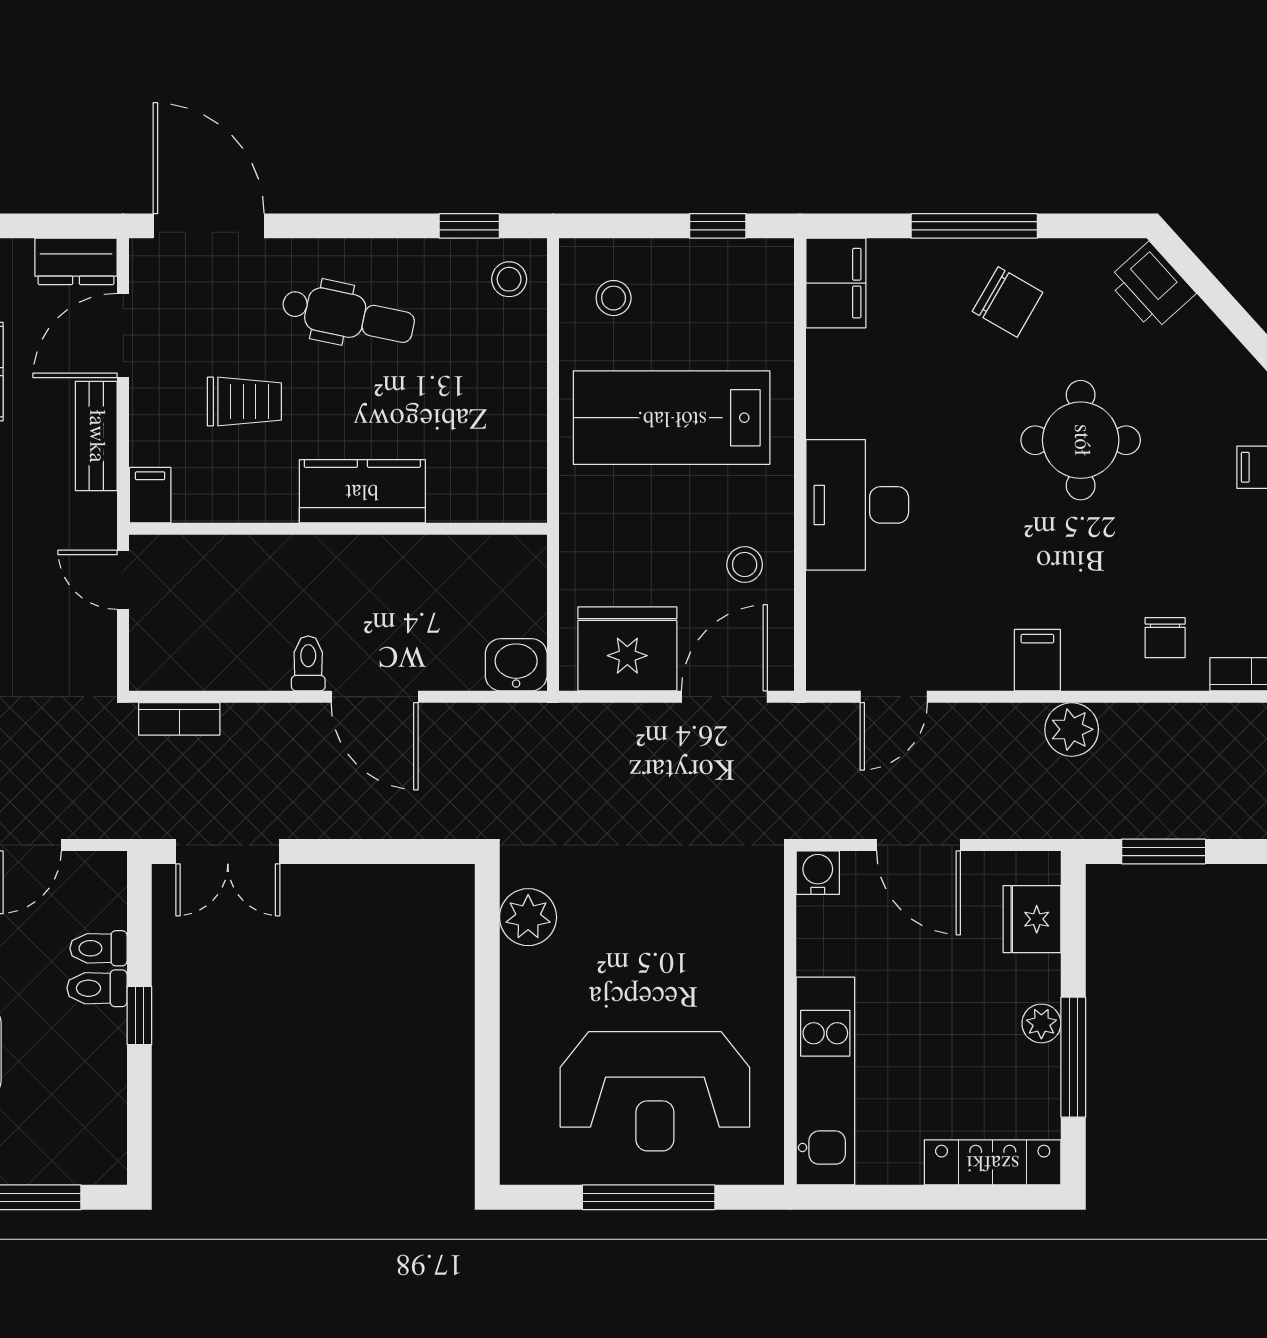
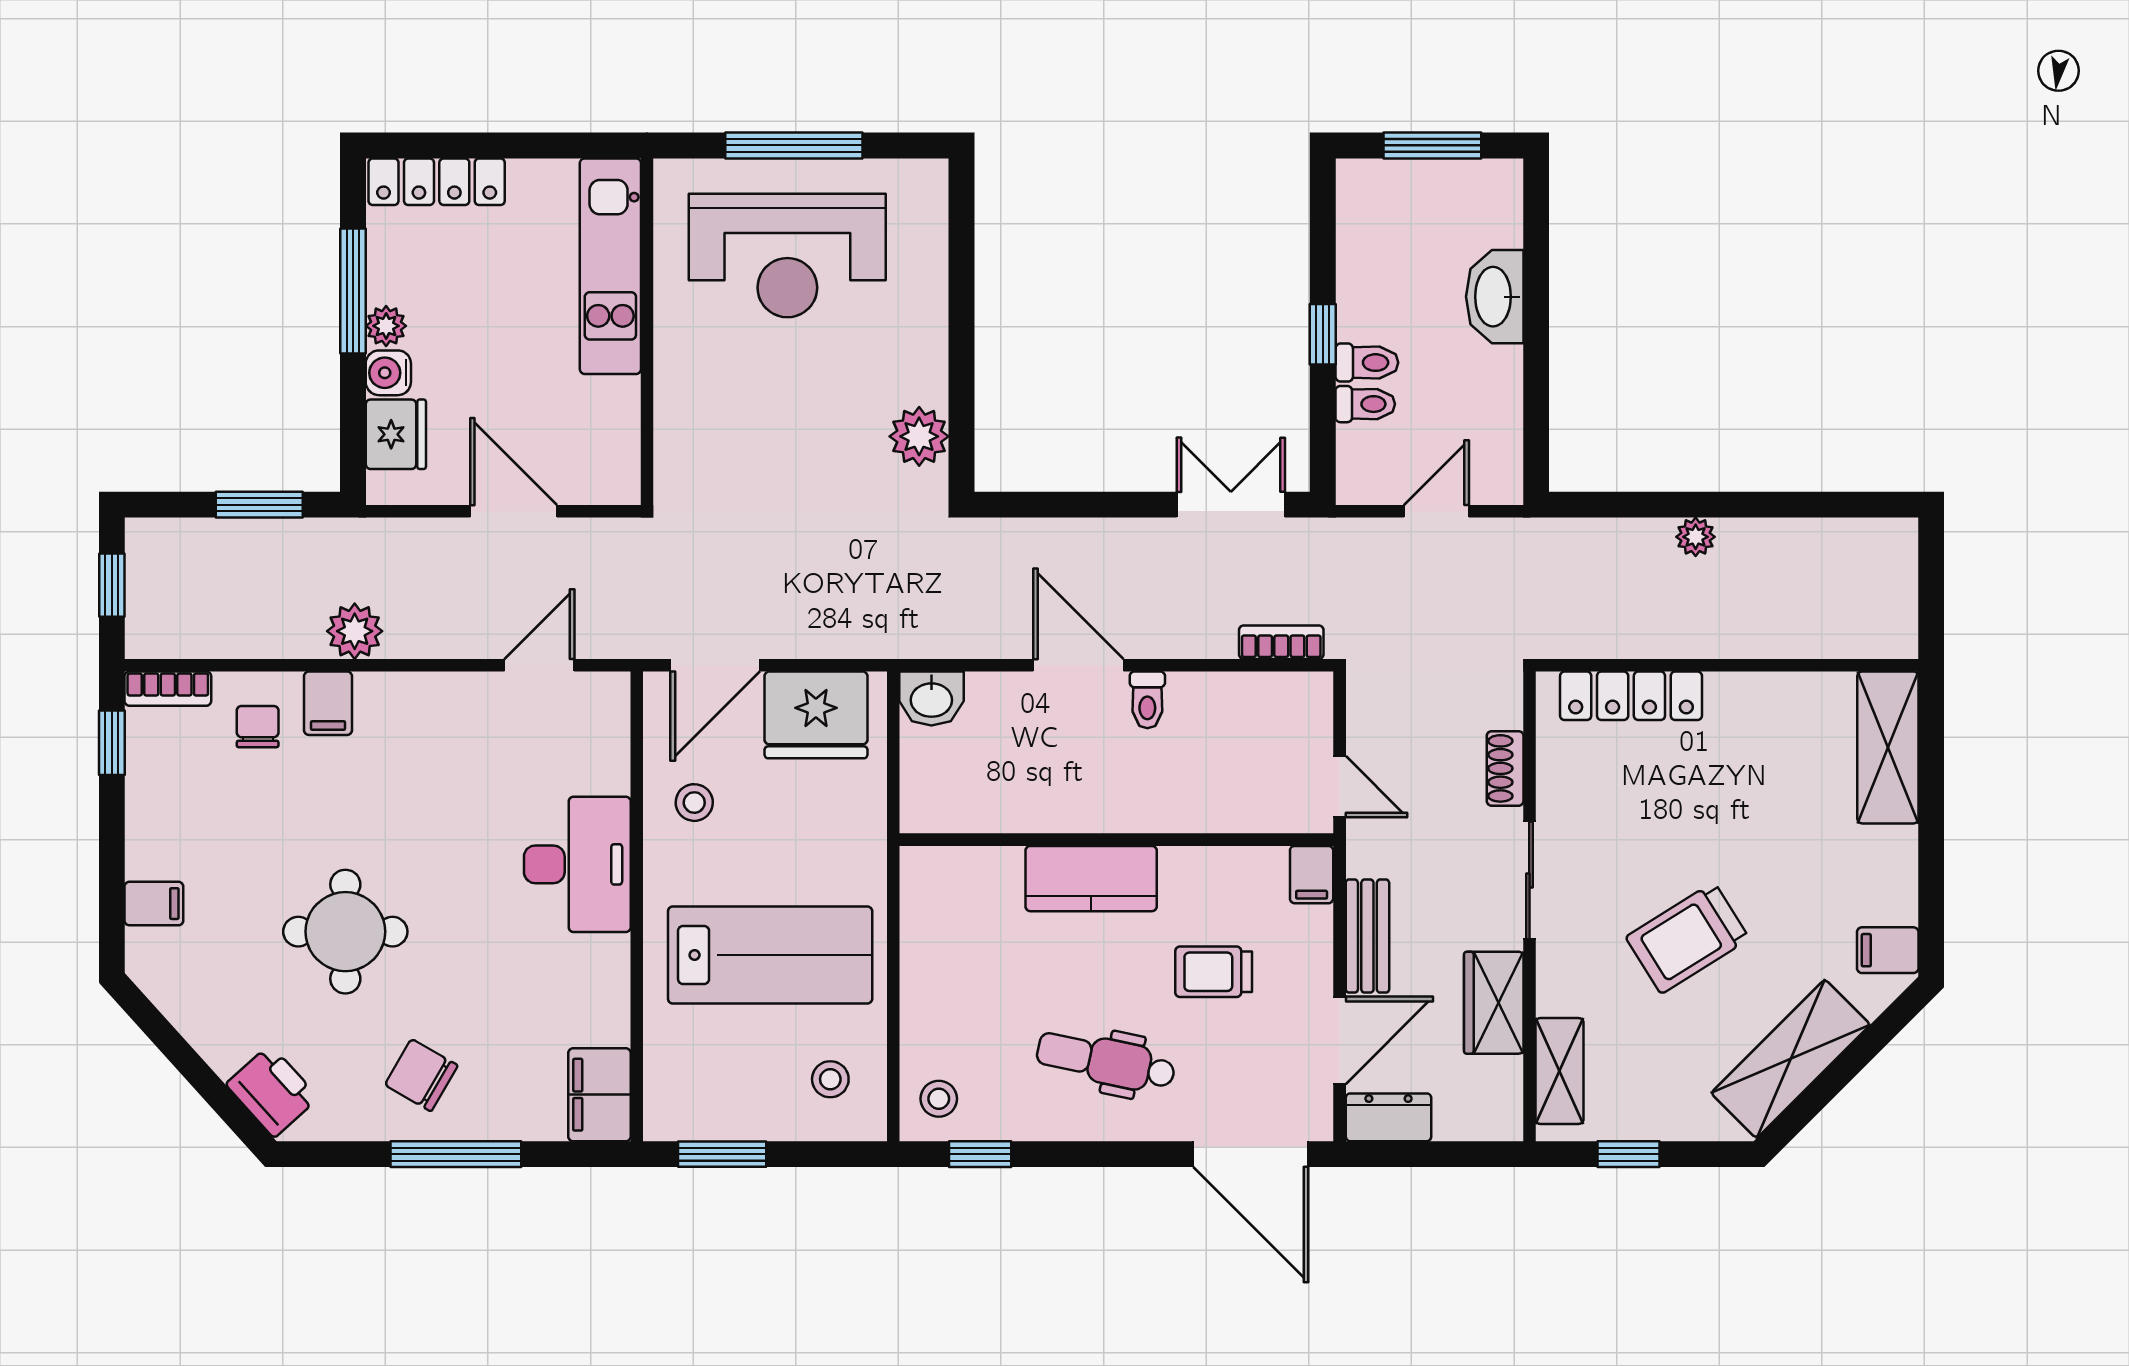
window: (718, 226) -> (722, 1154), width x1.50
filing cabinet: (1037, 660) -> (328, 703), moved
water cooler: (818, 873) -> (388, 373), moved, turned 90
reception desk: (655, 1091) -> (787, 256), turned 180

